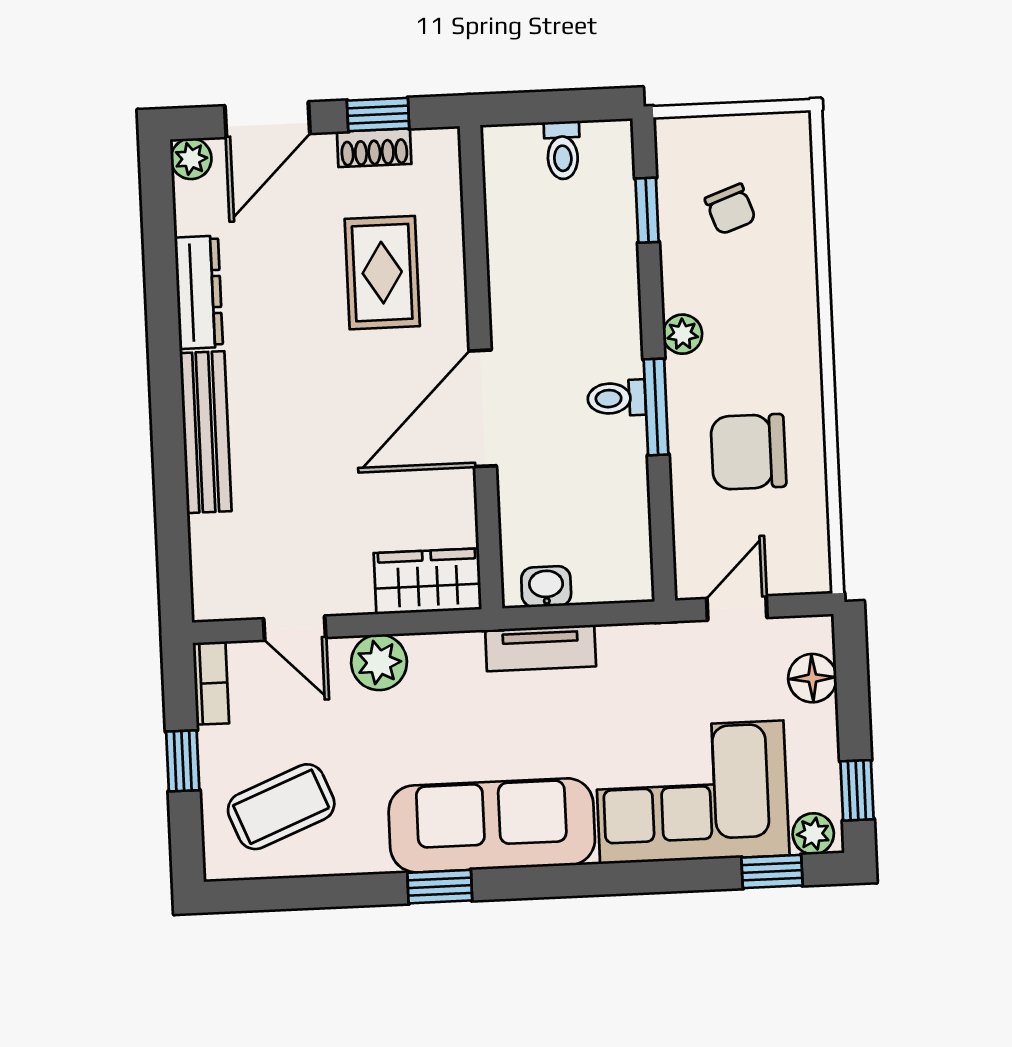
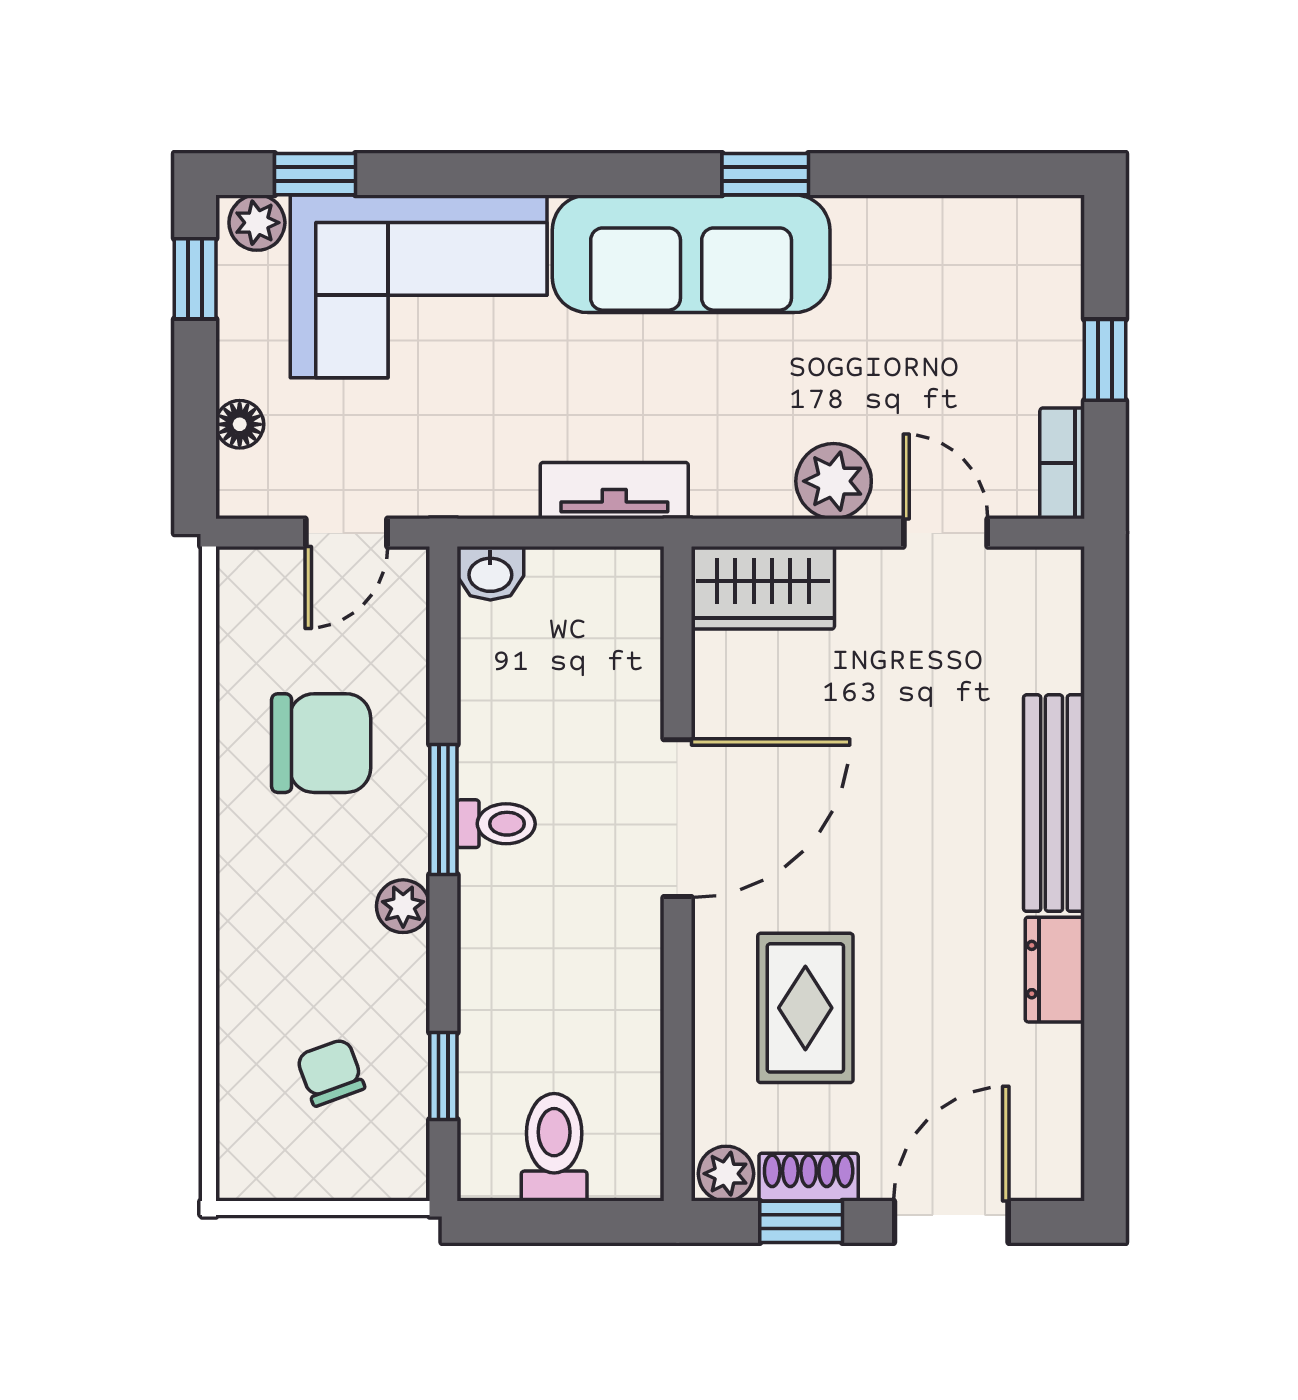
toilet: (562, 150) -> (554, 1147), width x1.37, depth x1.39
plant: (191, 159) -> (726, 1174), moved
dresser: (199, 292) -> (1055, 970), width x0.70
washbasin: (546, 587) -> (490, 573), moved
floor lamp: (812, 678) -> (240, 424), width x0.73, depth x0.73
coffee table: (281, 807) -> (975, 292), removed

